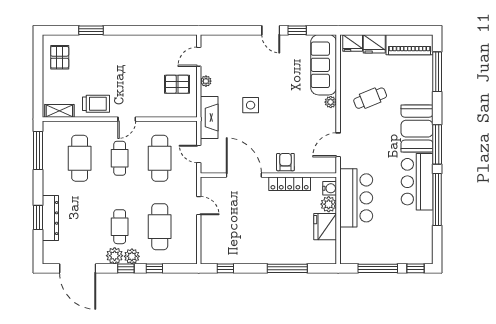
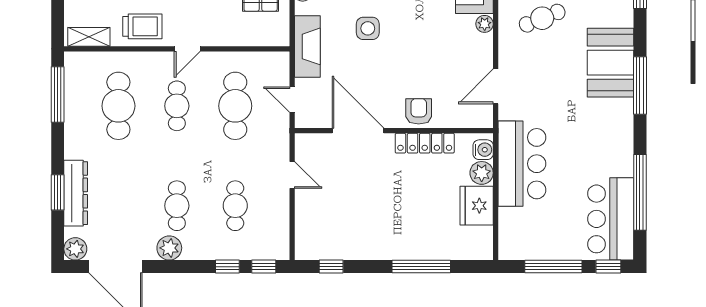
bar counter: (417, 182) -> (611, 219), moved
window: (437, 199) -> (640, 192), moved
cafe table: (160, 227) -> (235, 206), width x0.73, depth x0.74
plant: (132, 256) -> (75, 249), moved
window: (126, 268) -> (264, 267), moved

